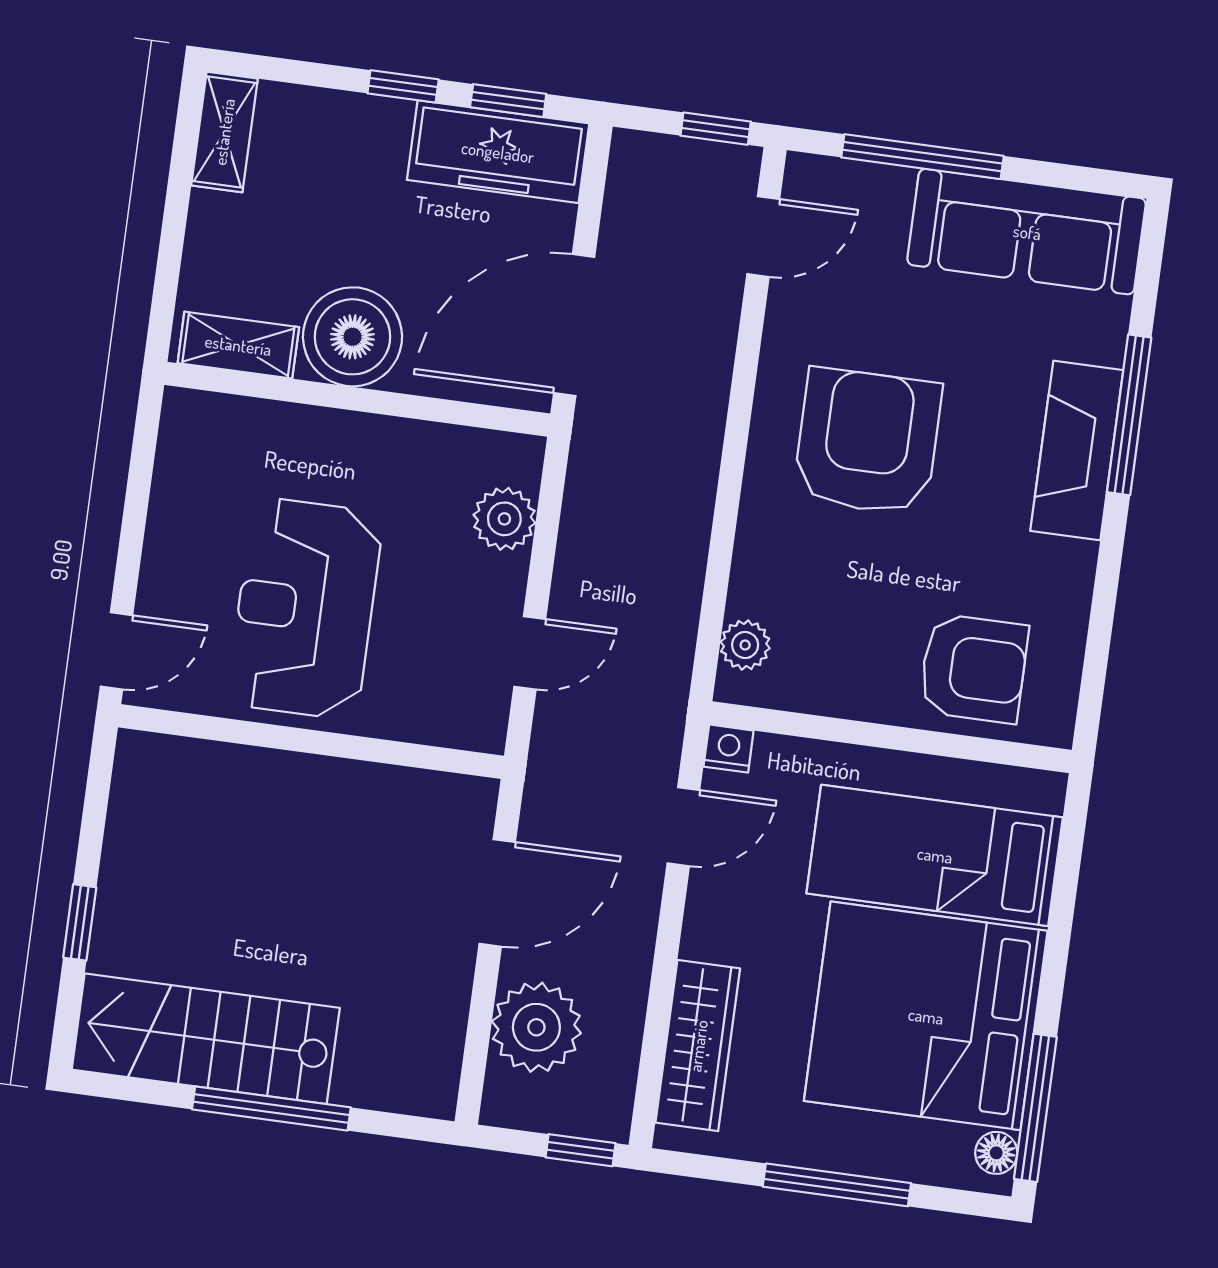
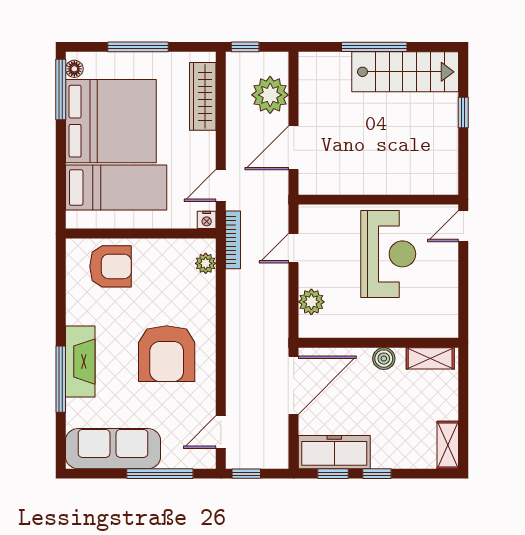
boiler: (353, 337) -> (384, 359), width x0.54, depth x0.54
armchair: (974, 668) -> (111, 266), turned 180
bookcase: (672, 692) -> (233, 240), added

